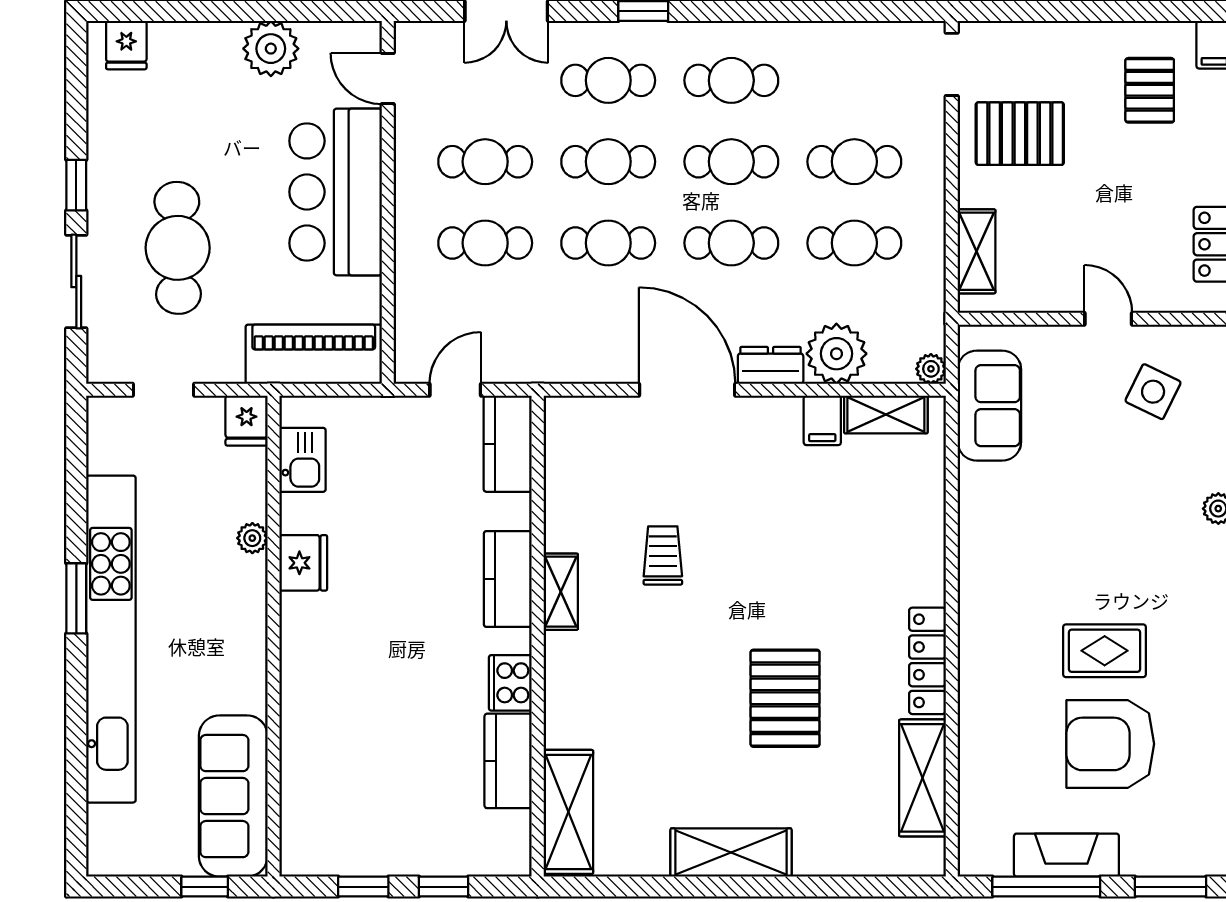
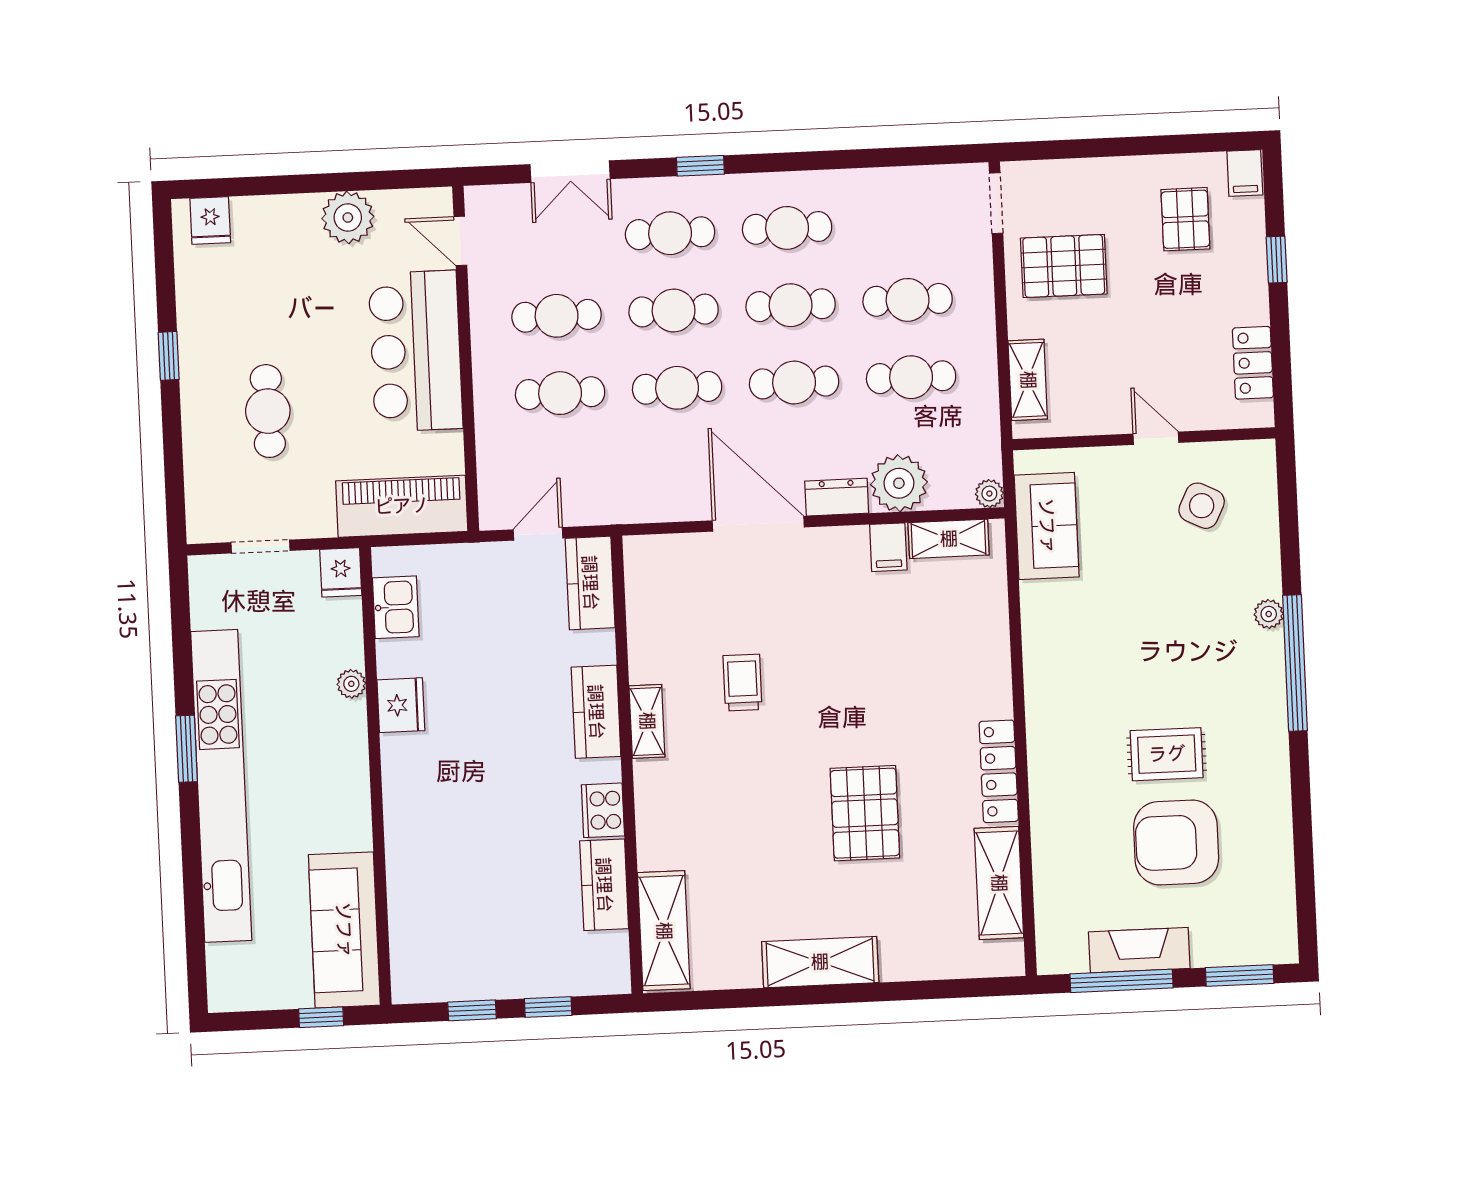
cafe table: (178, 248) -> (268, 411), width x0.73, depth x0.74
sliding door: (76, 282) -> (173, 447), removed

